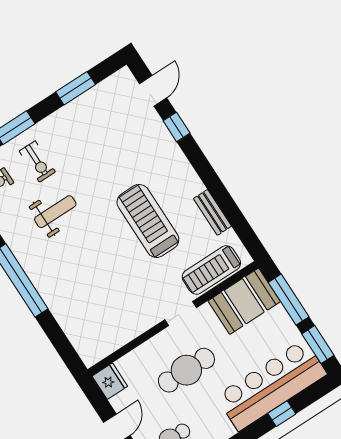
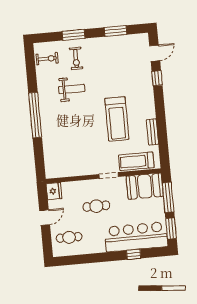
treadmill: (148, 221) -> (117, 119), turned 180
cafe table: (186, 370) -> (96, 206), width x0.73, depth x0.74

